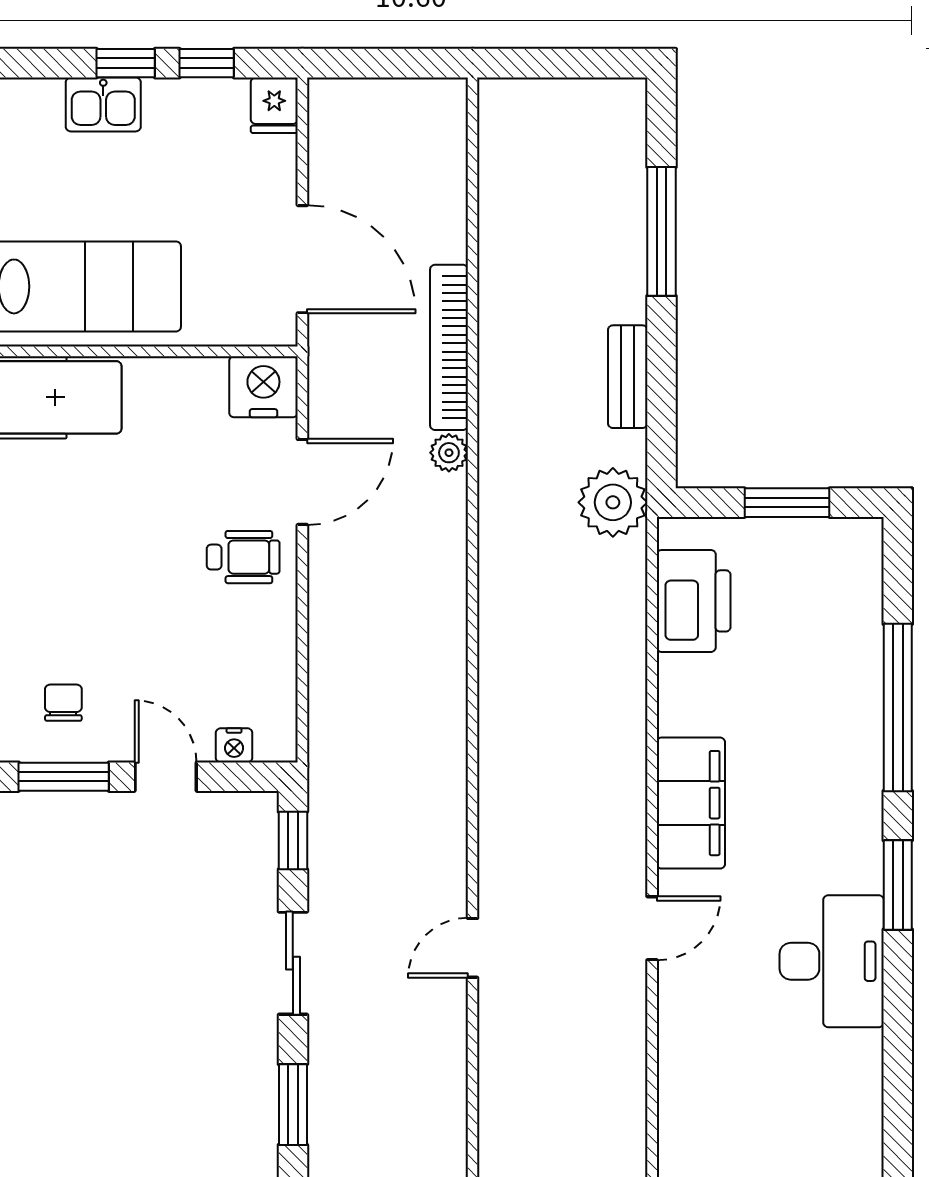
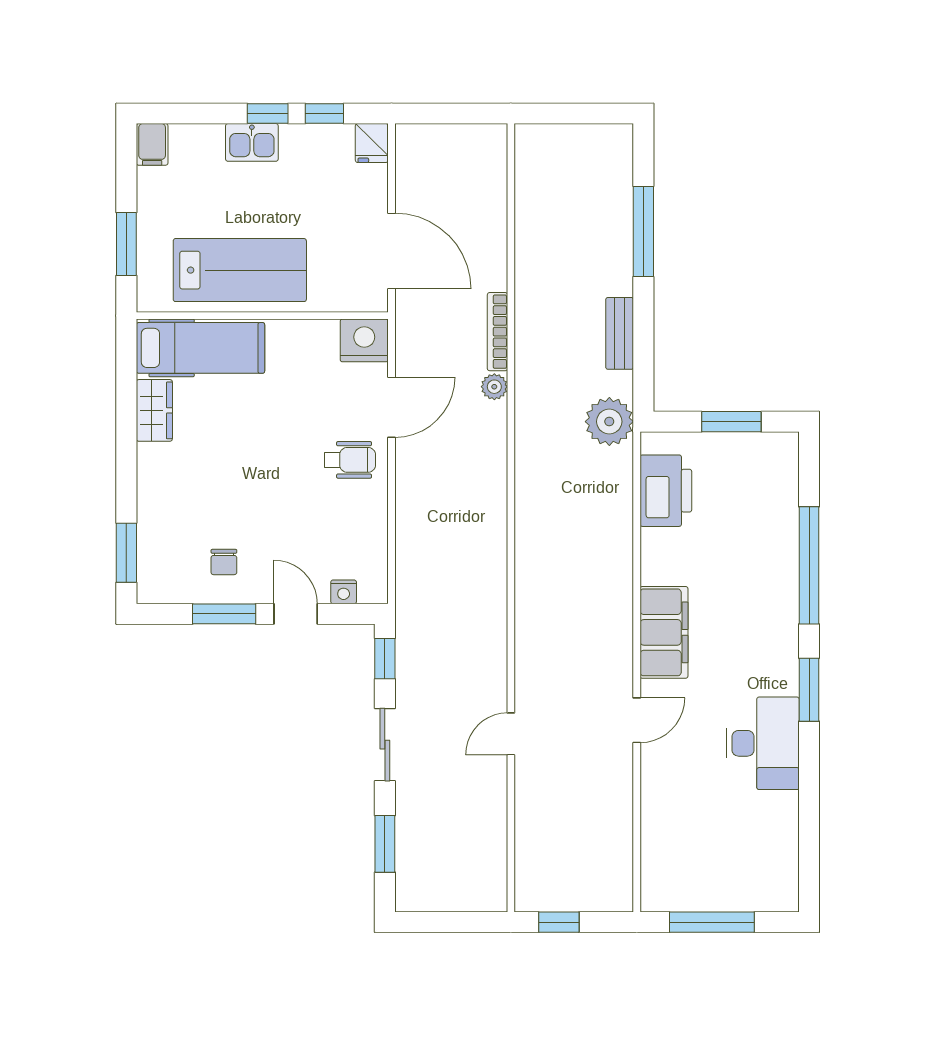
bookcase: (449, 347) -> (497, 332), width x0.68, depth x0.76
chair: (63, 703) -> (224, 562), turned 180

